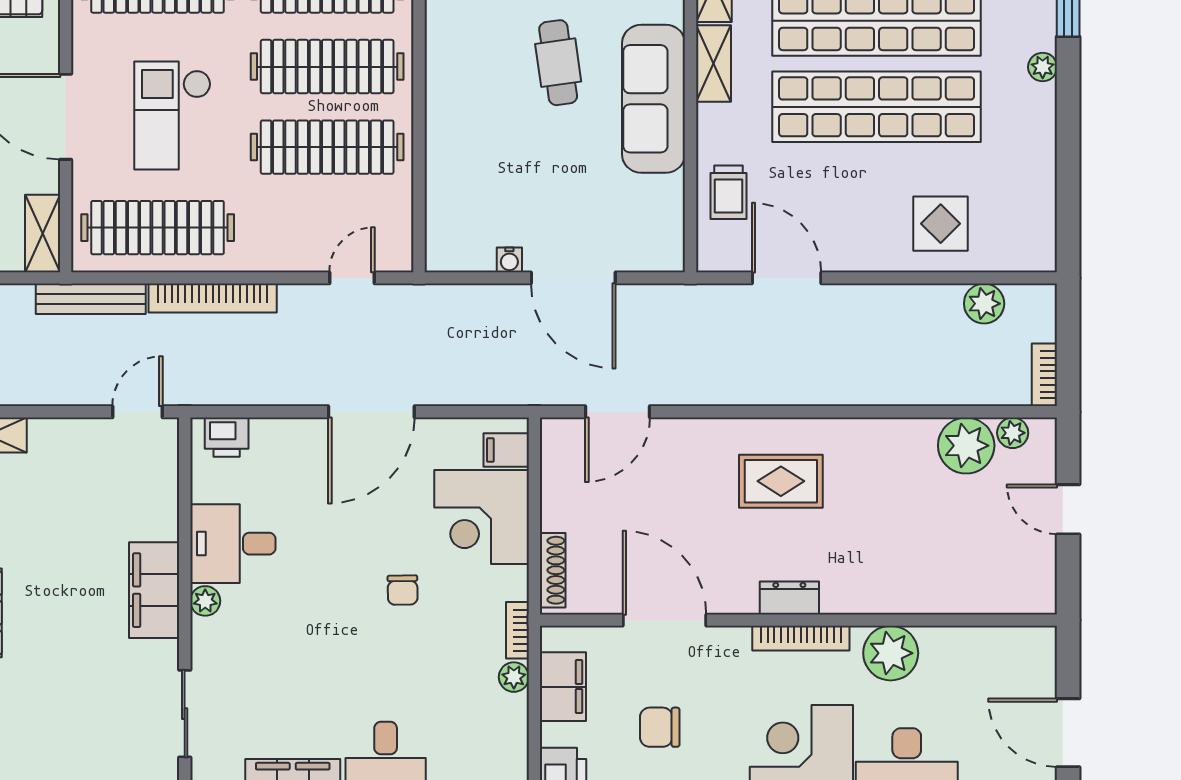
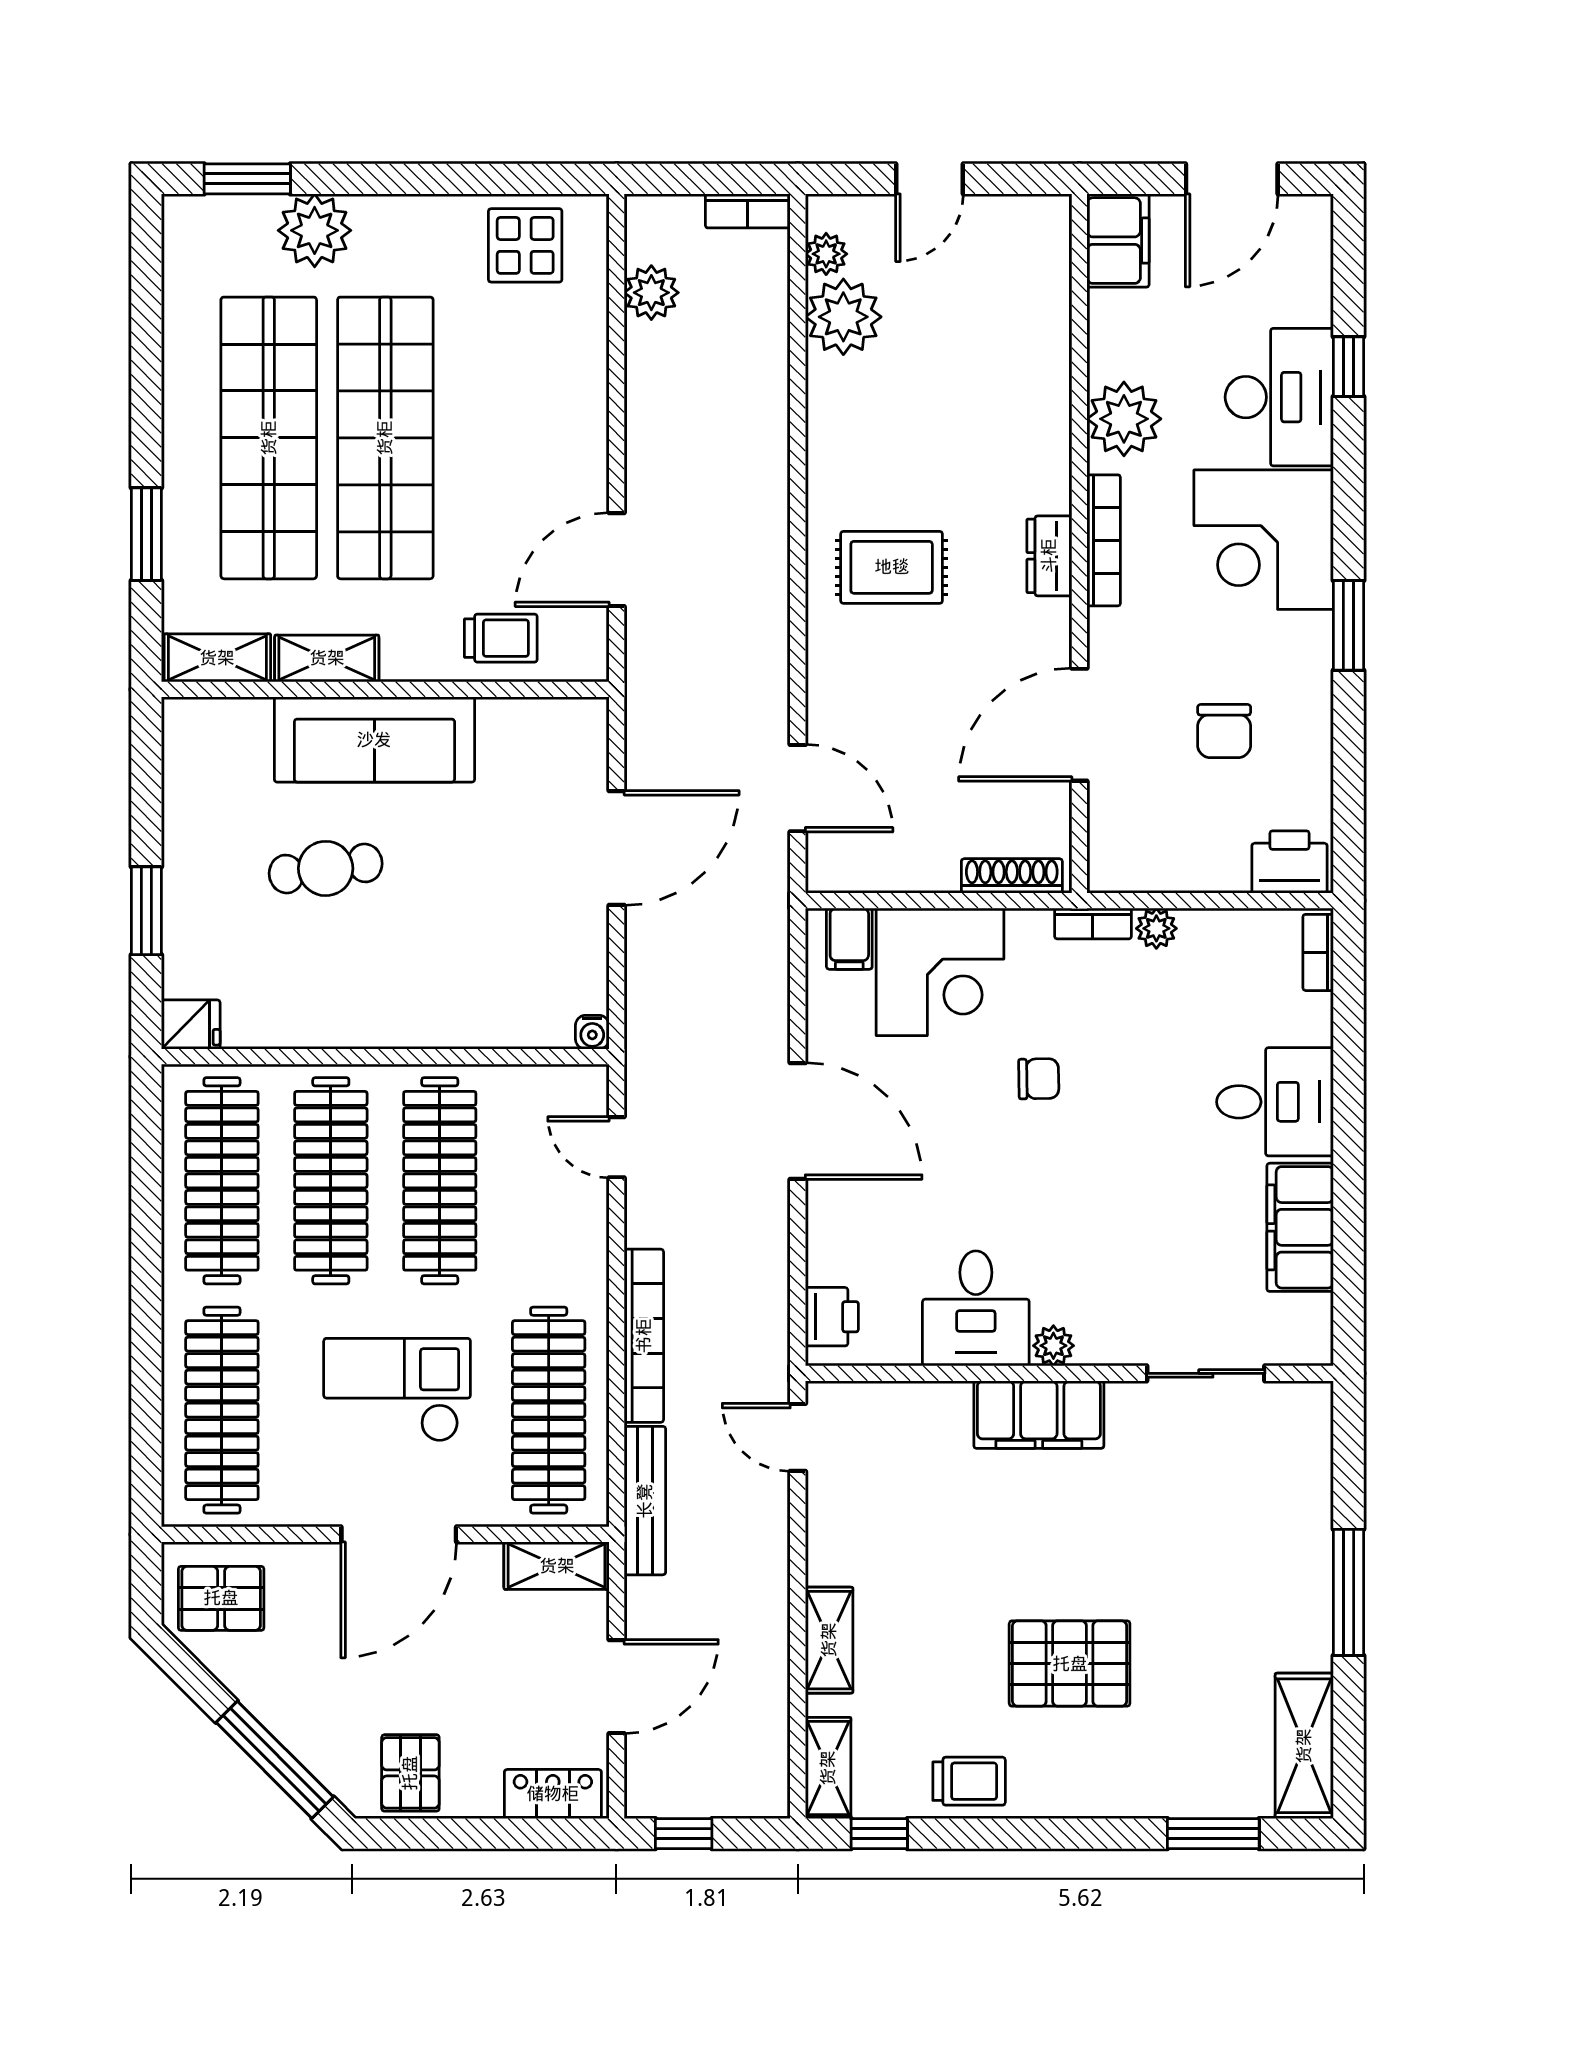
plant: (1043, 67) -> (315, 230), width x1.87, depth x1.87
checkout: (173, 115) -> (397, 1390), turned 180
display table: (941, 224) -> (525, 245), moved
water cooler: (509, 260) -> (592, 1032), moved, turned 90
rug: (781, 481) -> (892, 567), turned 90
filing cabinet: (563, 687) -> (1118, 241), moved, turned 90

